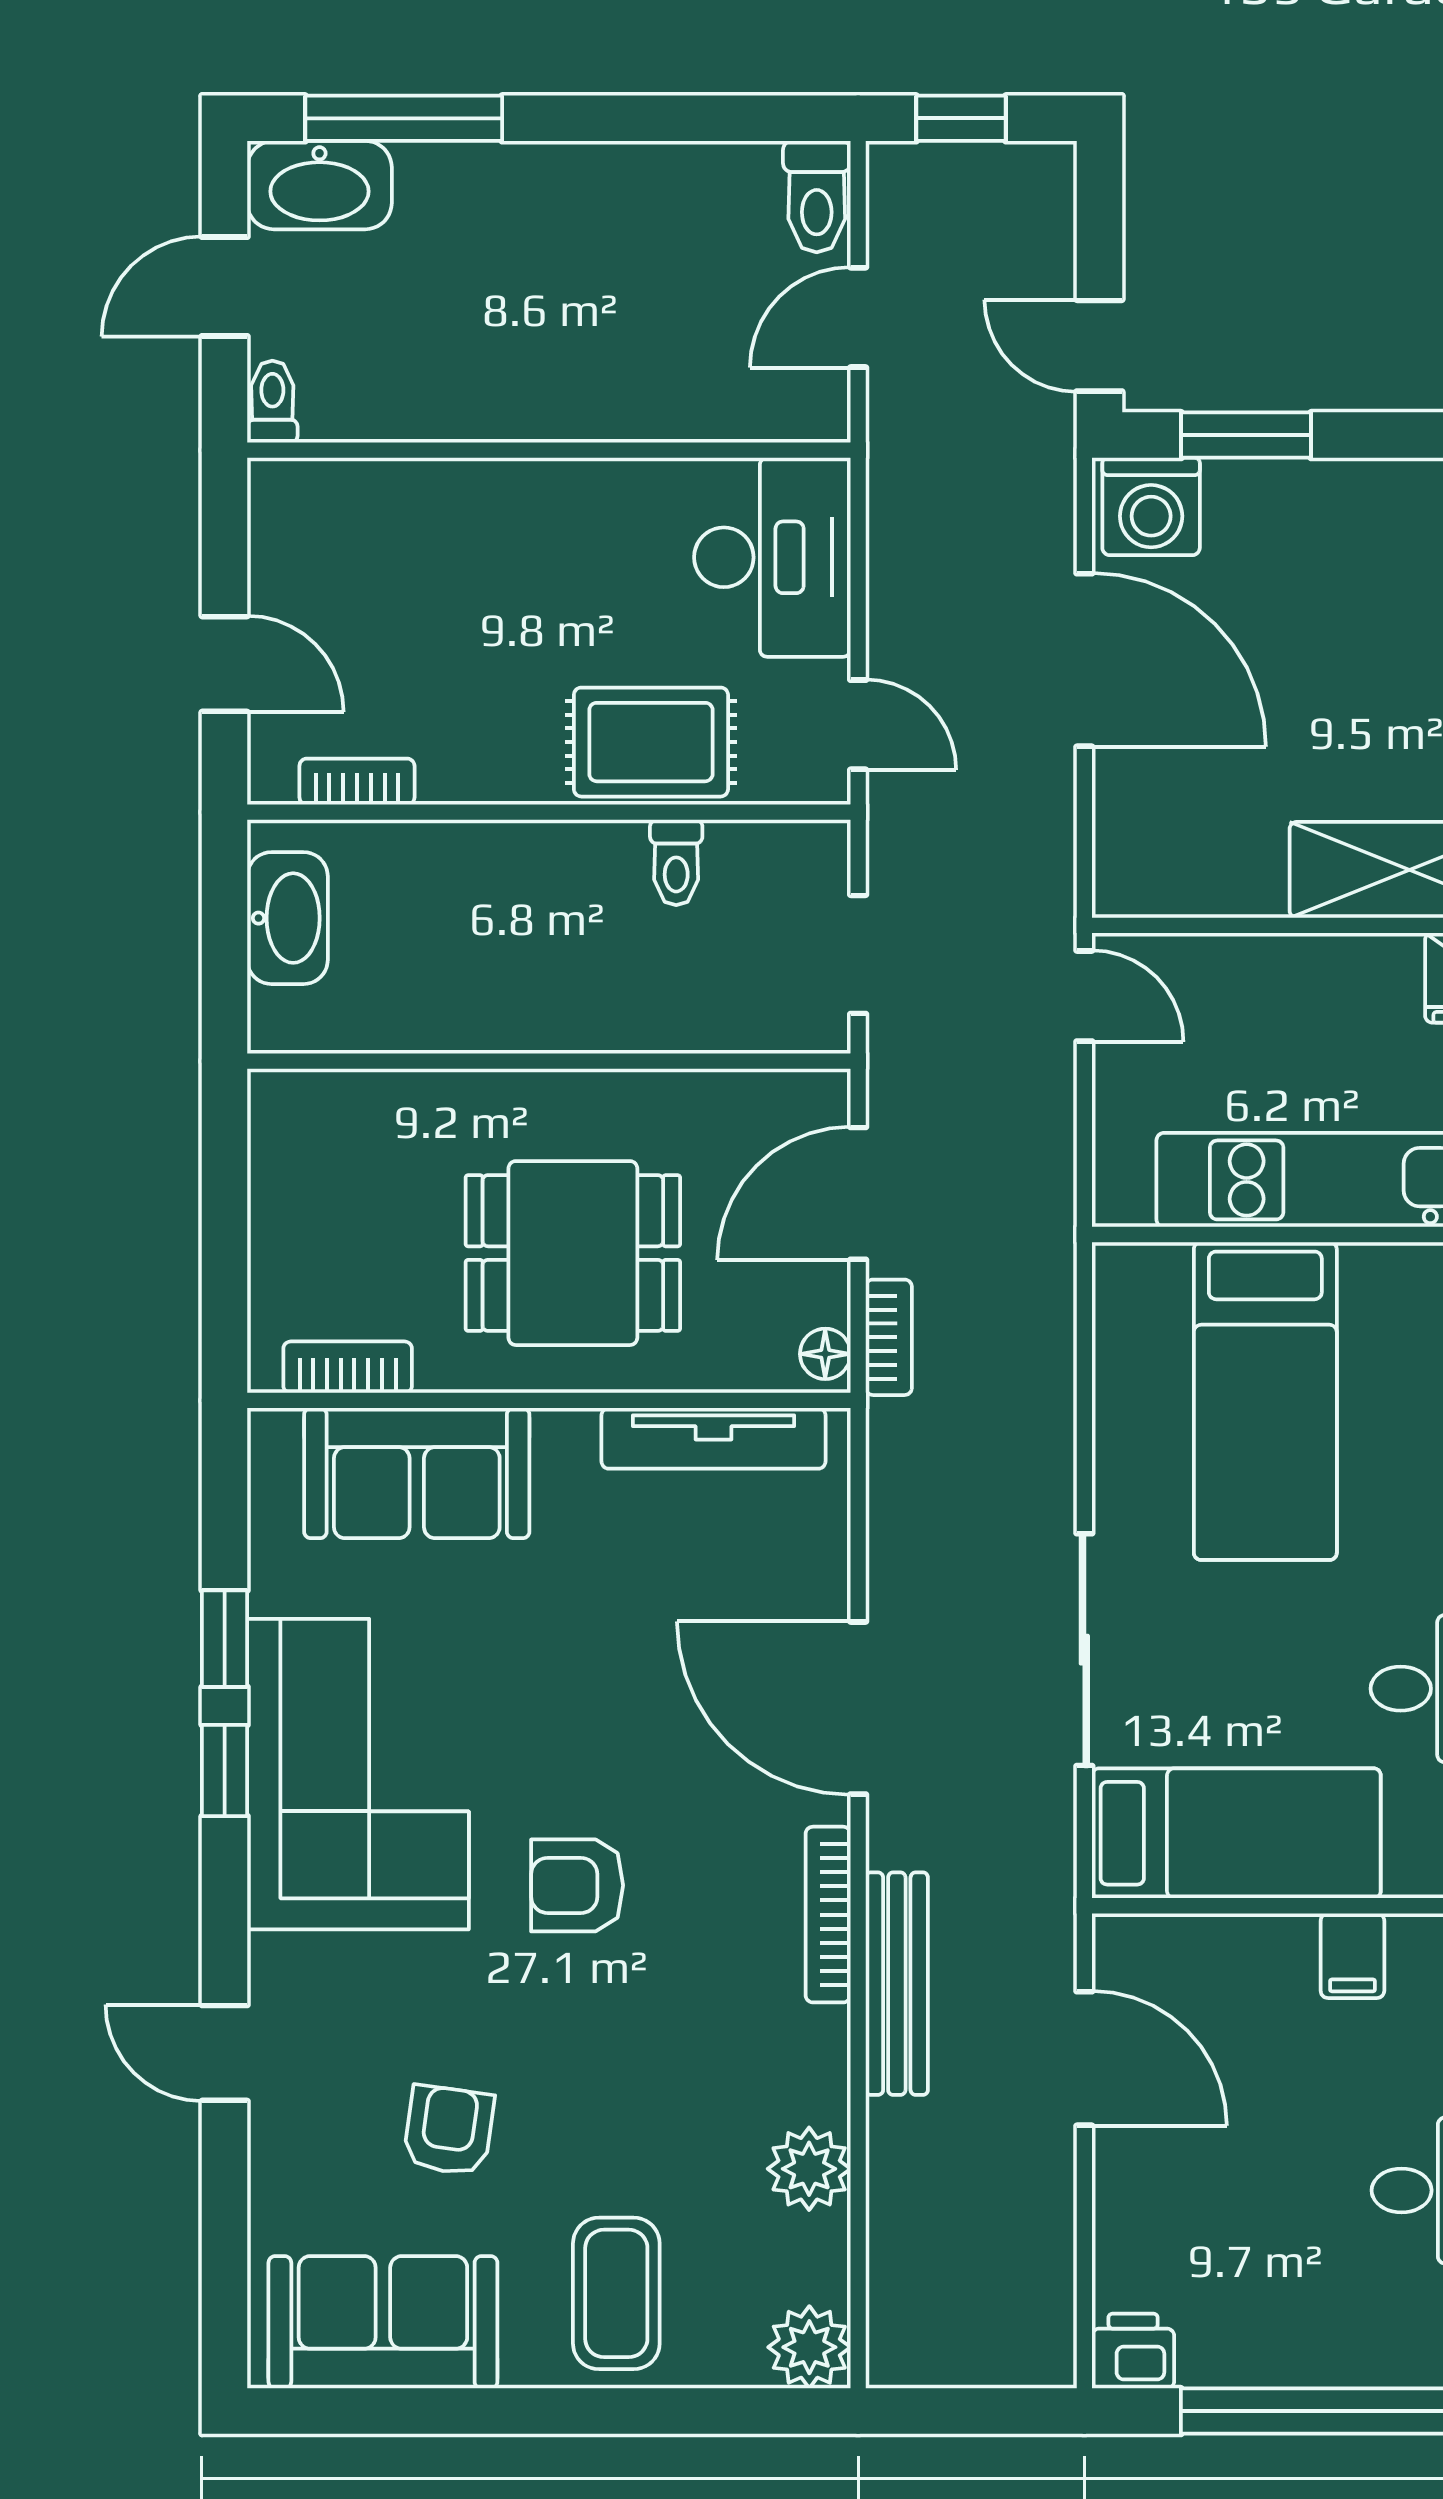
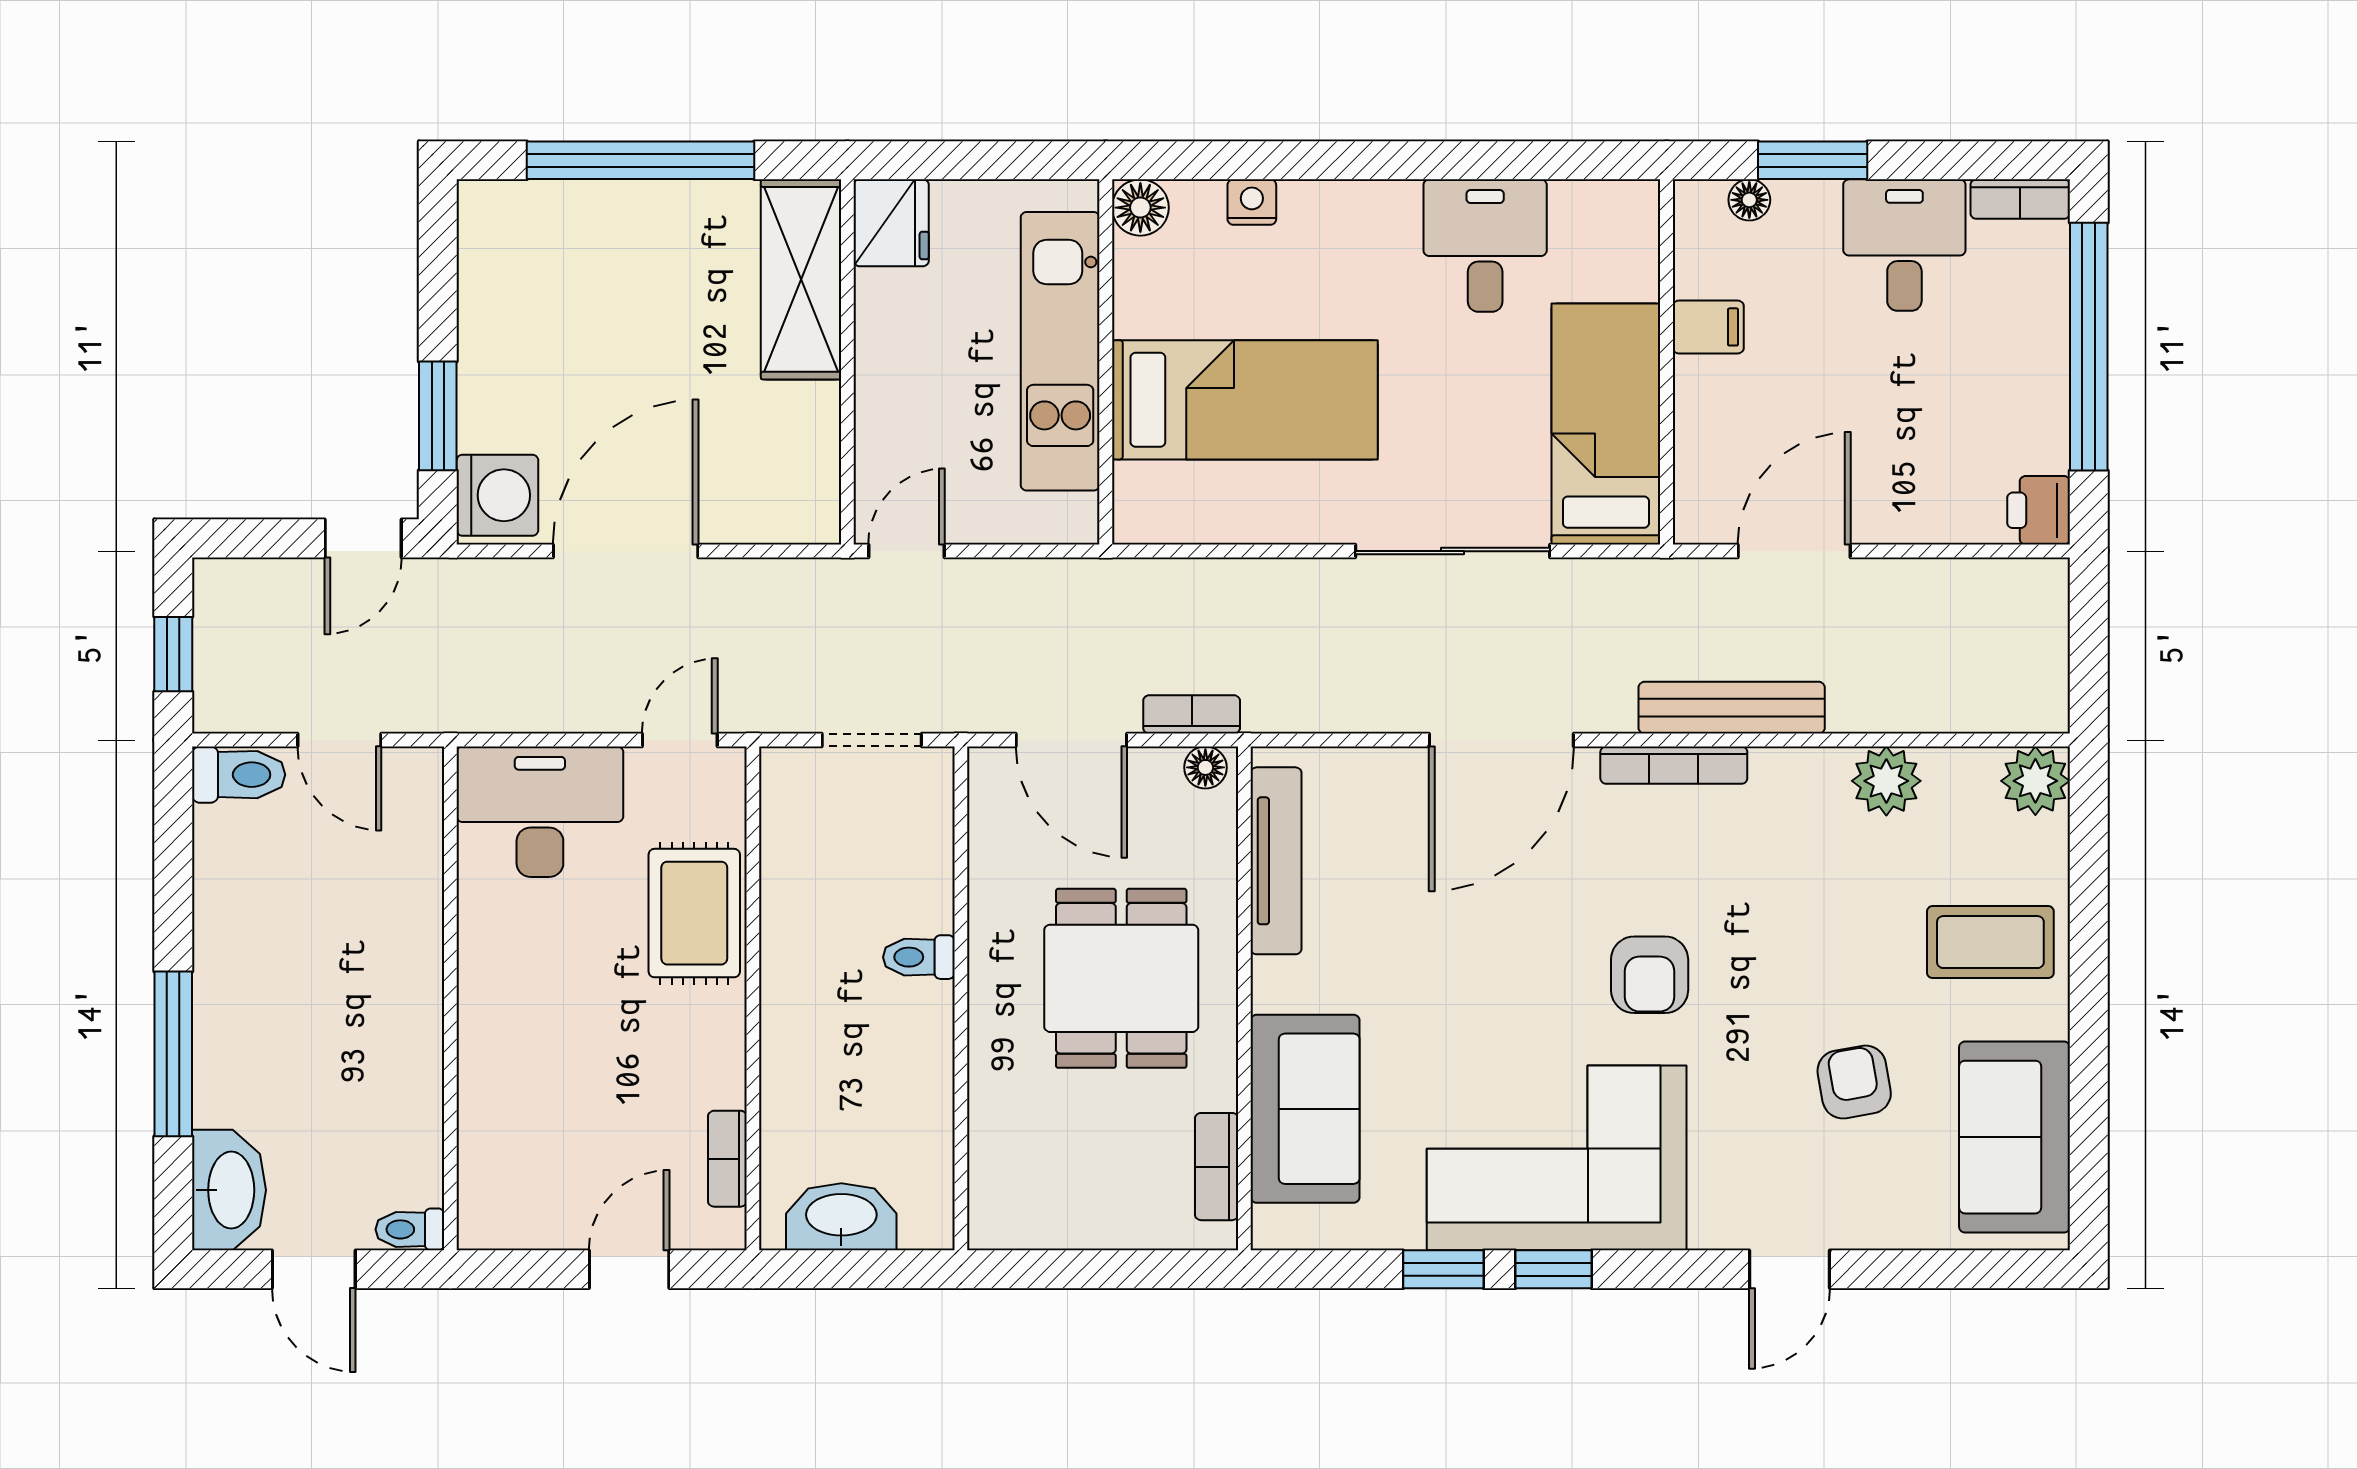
window: (404, 118) -> (173, 1054), moved
toilet: (676, 862) -> (919, 957), moved, turned 180
armchair: (449, 2130) -> (1854, 1082), turned 72

